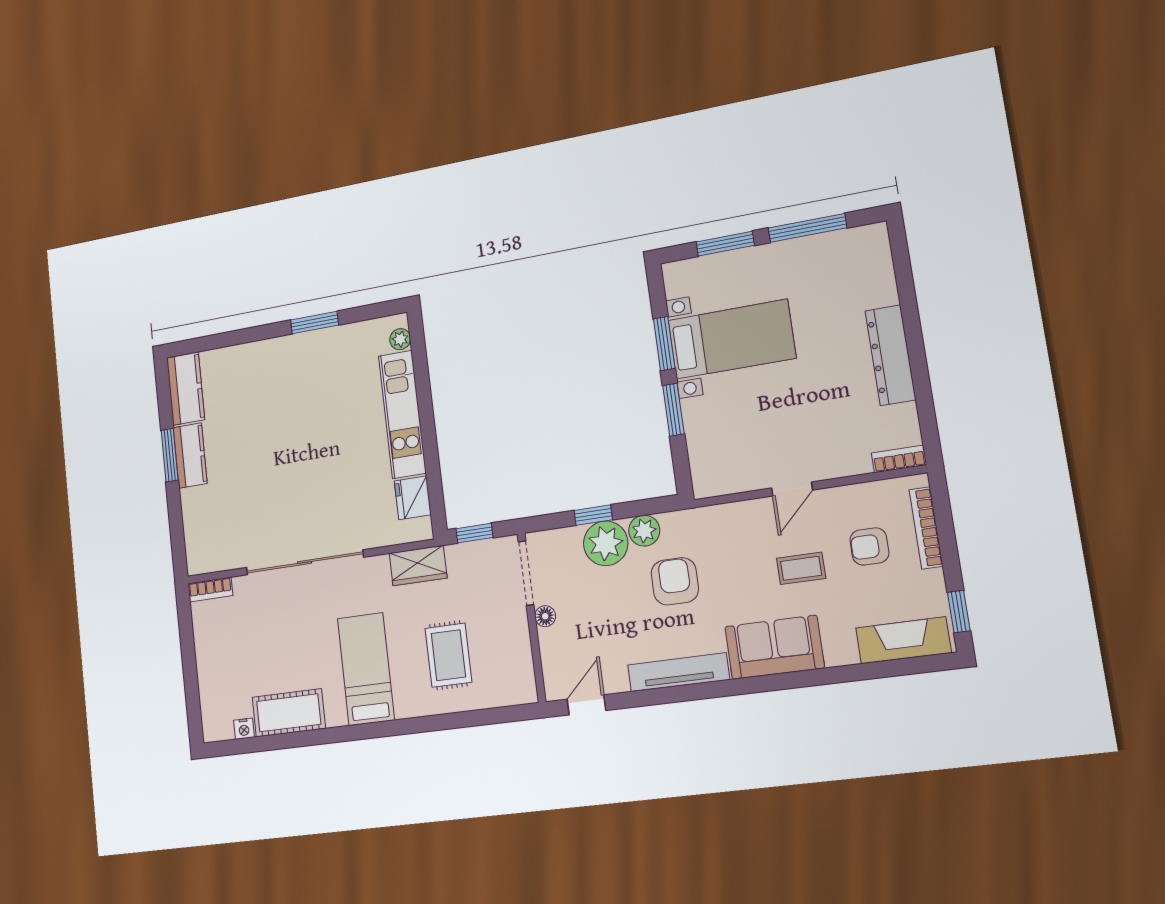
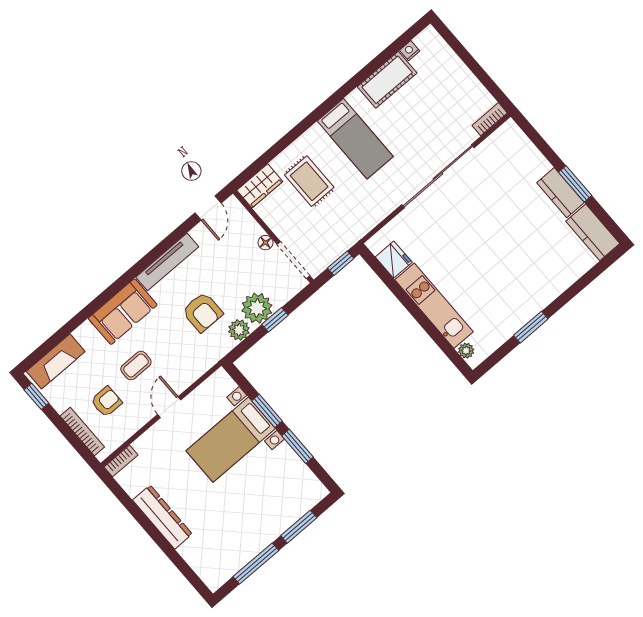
bed with nightstands: (732, 339) -> (231, 440), moved
wardrobe: (418, 566) -> (260, 186), moved, turned 180

